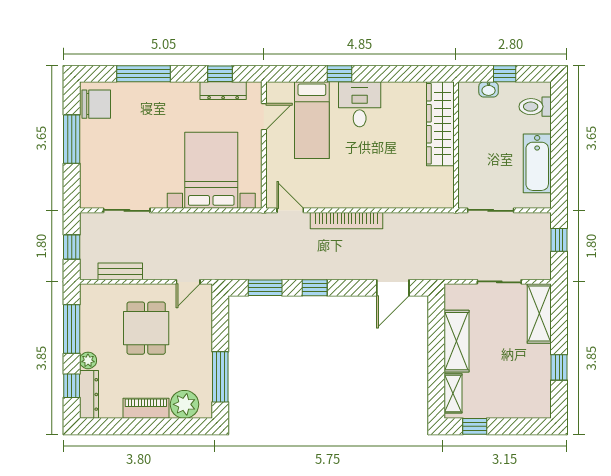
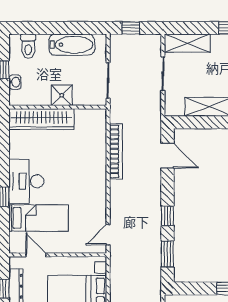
desk: (360, 104) -> (26, 181), width x1.37
shower: (471, 150) -> (62, 95), added
bookcase: (346, 221) -> (116, 151), moved

